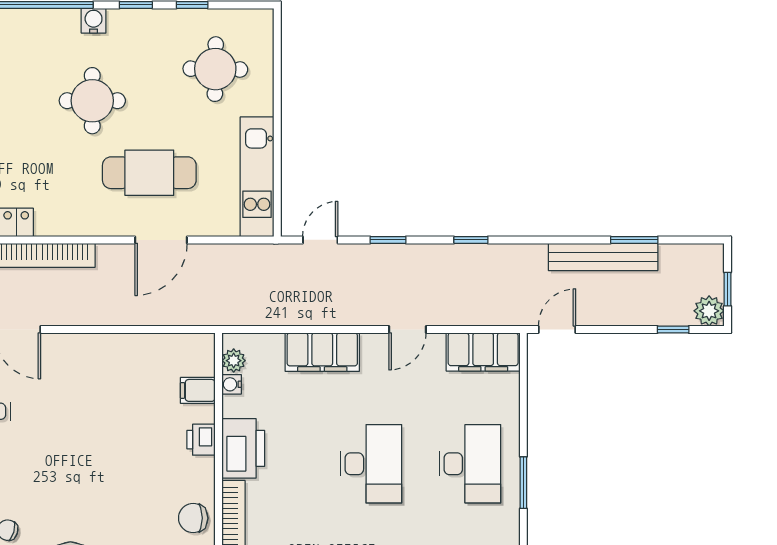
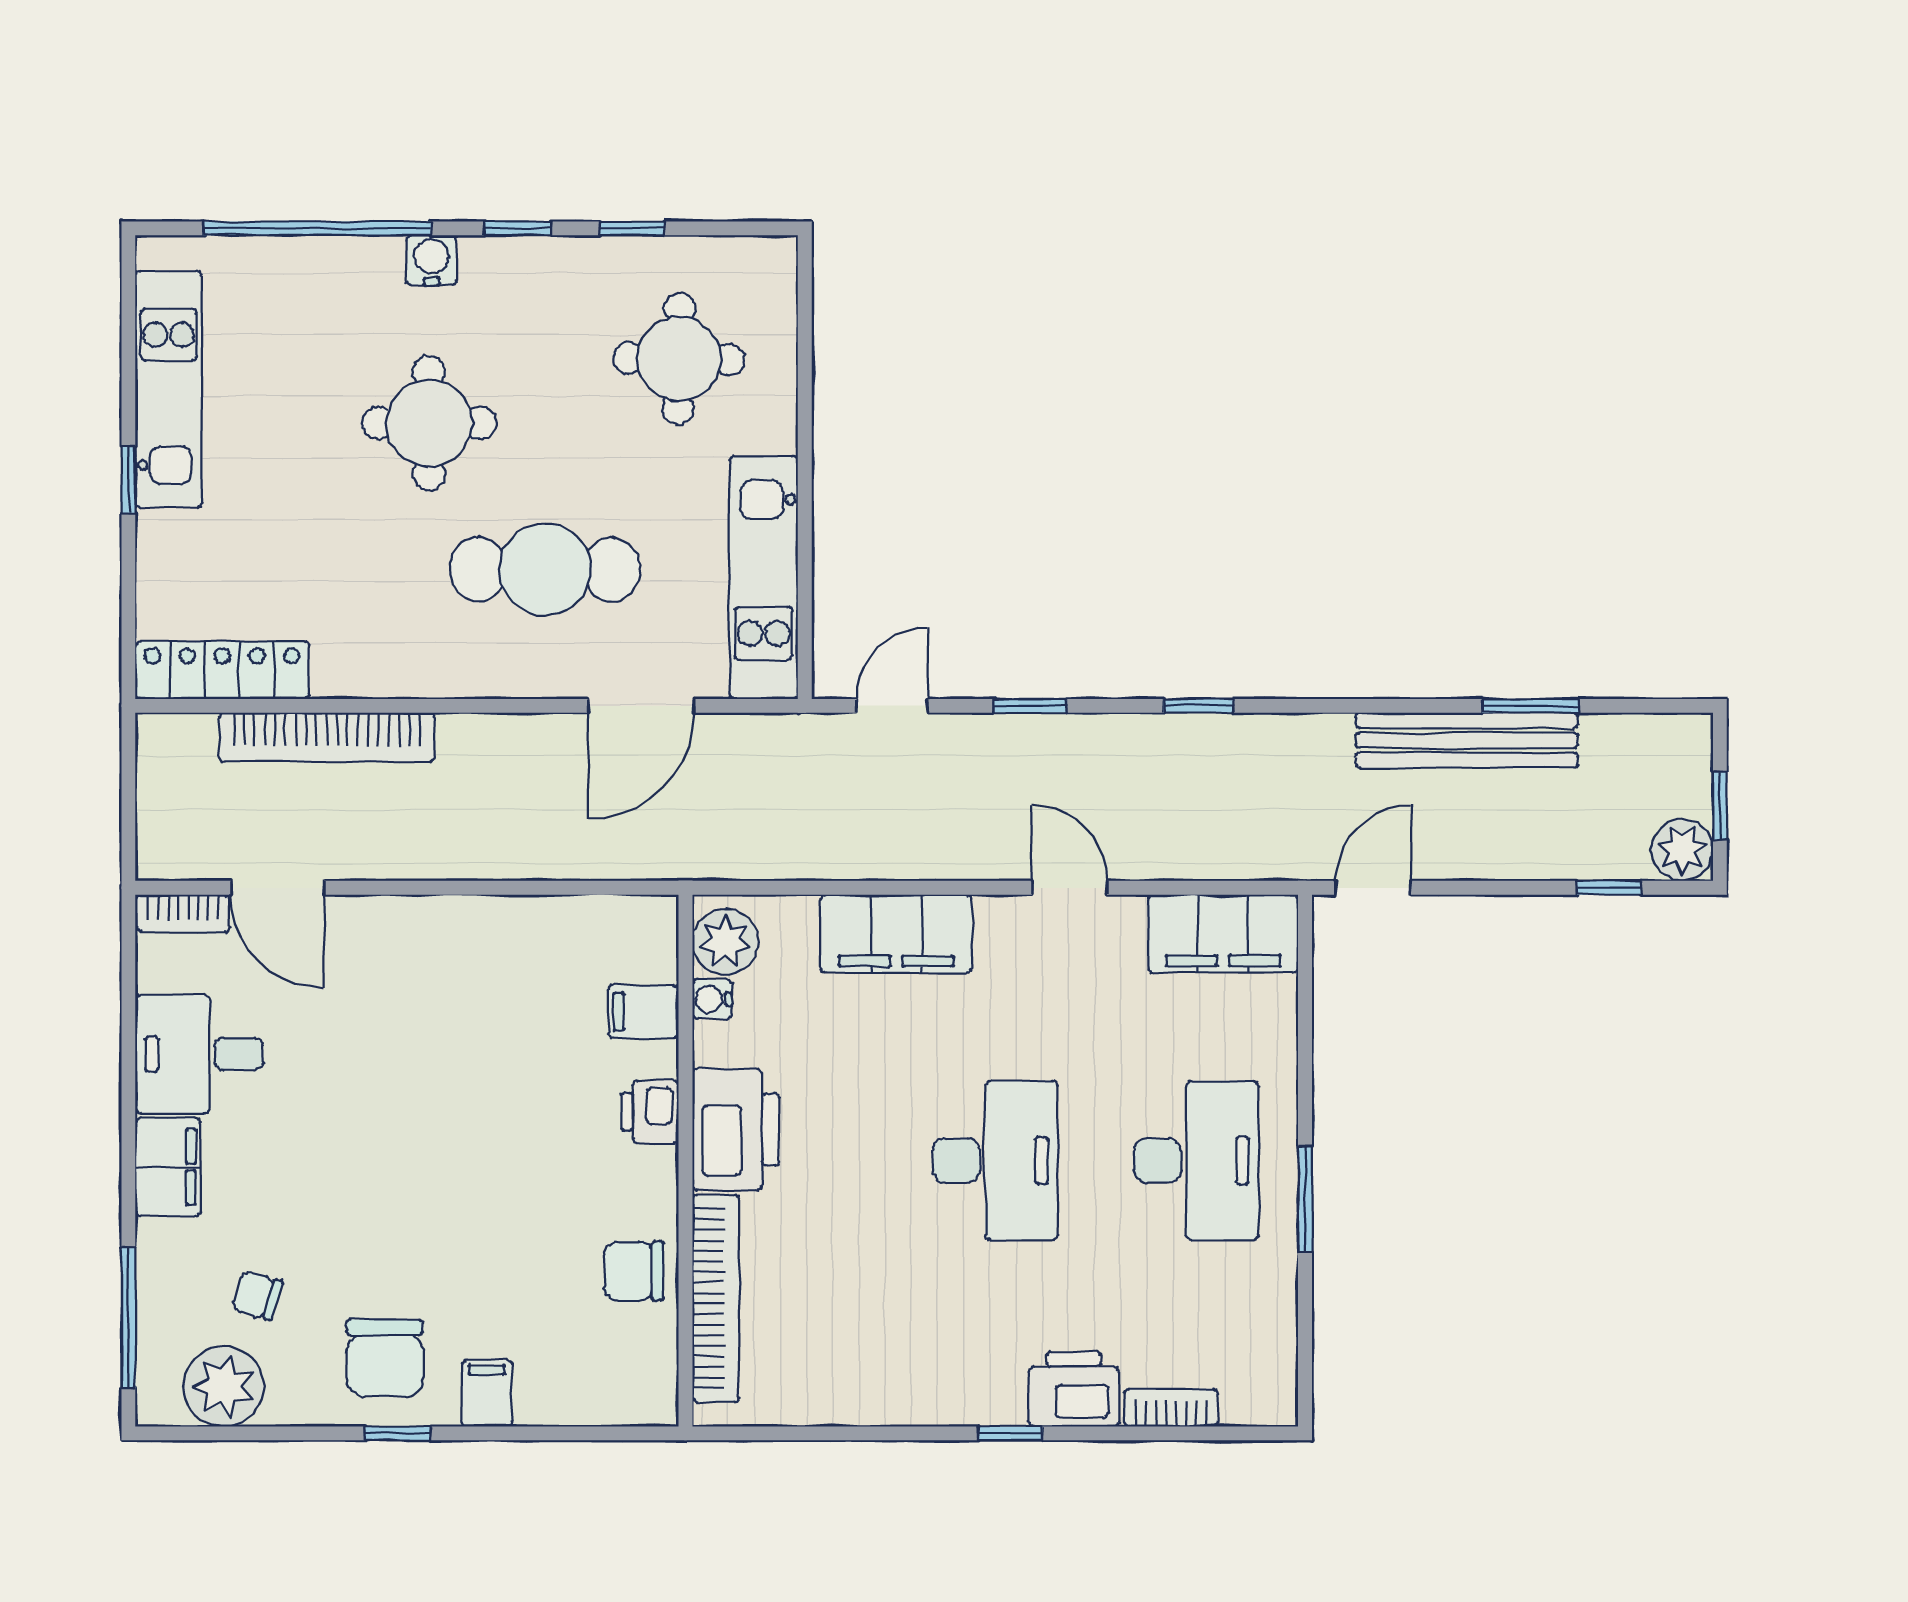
door: (161, 240) -> (641, 706), moved
door: (407, 329) -> (1069, 888), swing flipped
plant: (234, 361) -> (725, 942), width x1.38, depth x1.38

